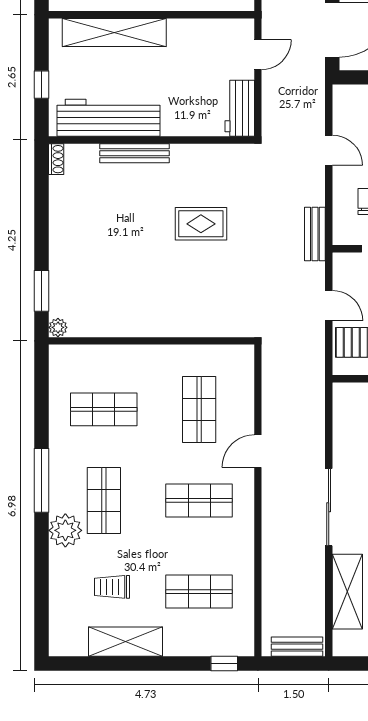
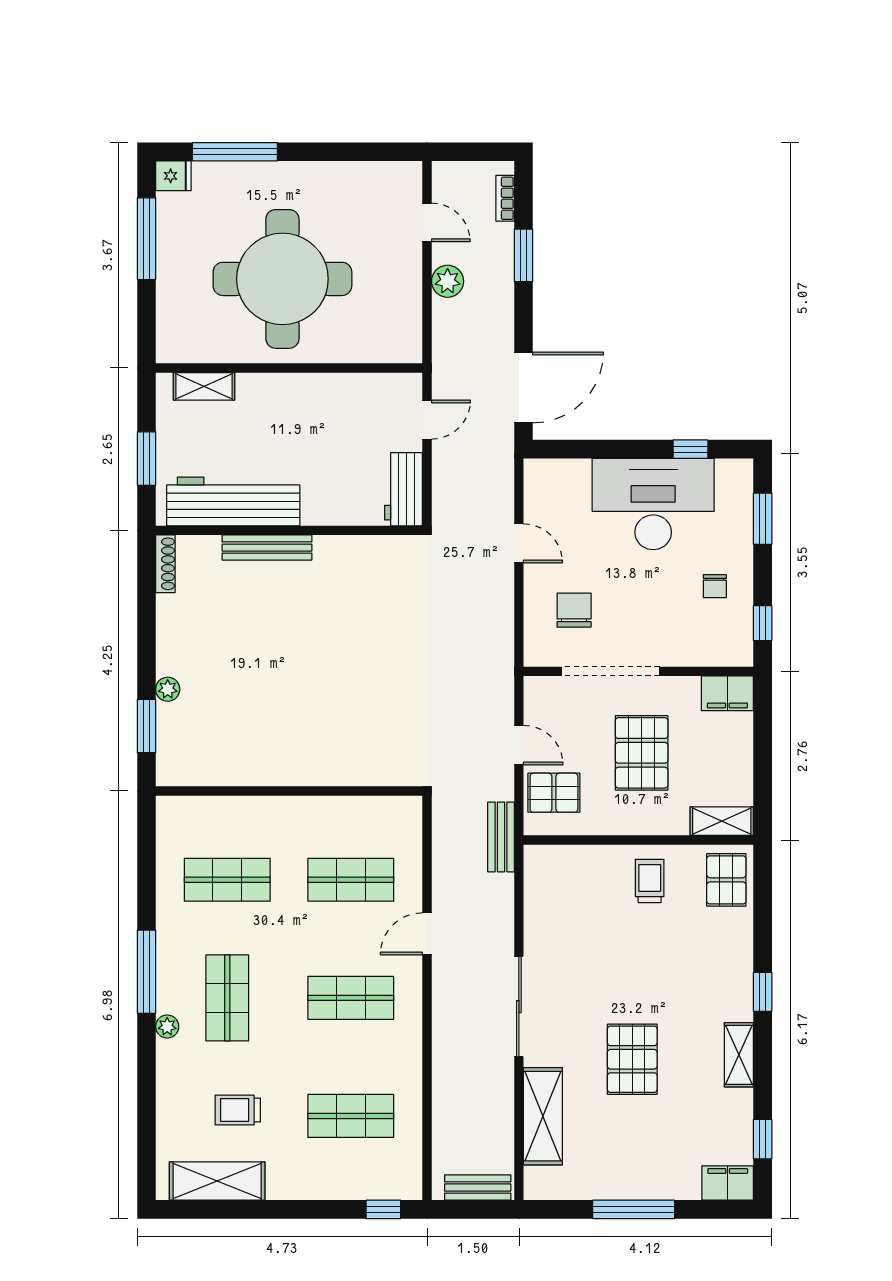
shelving: (114, 32) -> (204, 386), width x0.45, depth x0.75
window: (42, 85) -> (146, 459), width x1.50
shoe rack: (56, 159) -> (165, 564), width x1.43
rug: (201, 224) -> (353, 639), removed
bench: (315, 234) -> (501, 837), moved
plant: (58, 327) -> (168, 689), moved
shop shelf: (199, 409) -> (351, 880), turned 90
plant: (65, 530) -> (167, 1027), width x0.53, depth x0.53
shelving: (126, 642) -> (217, 1181), moved

